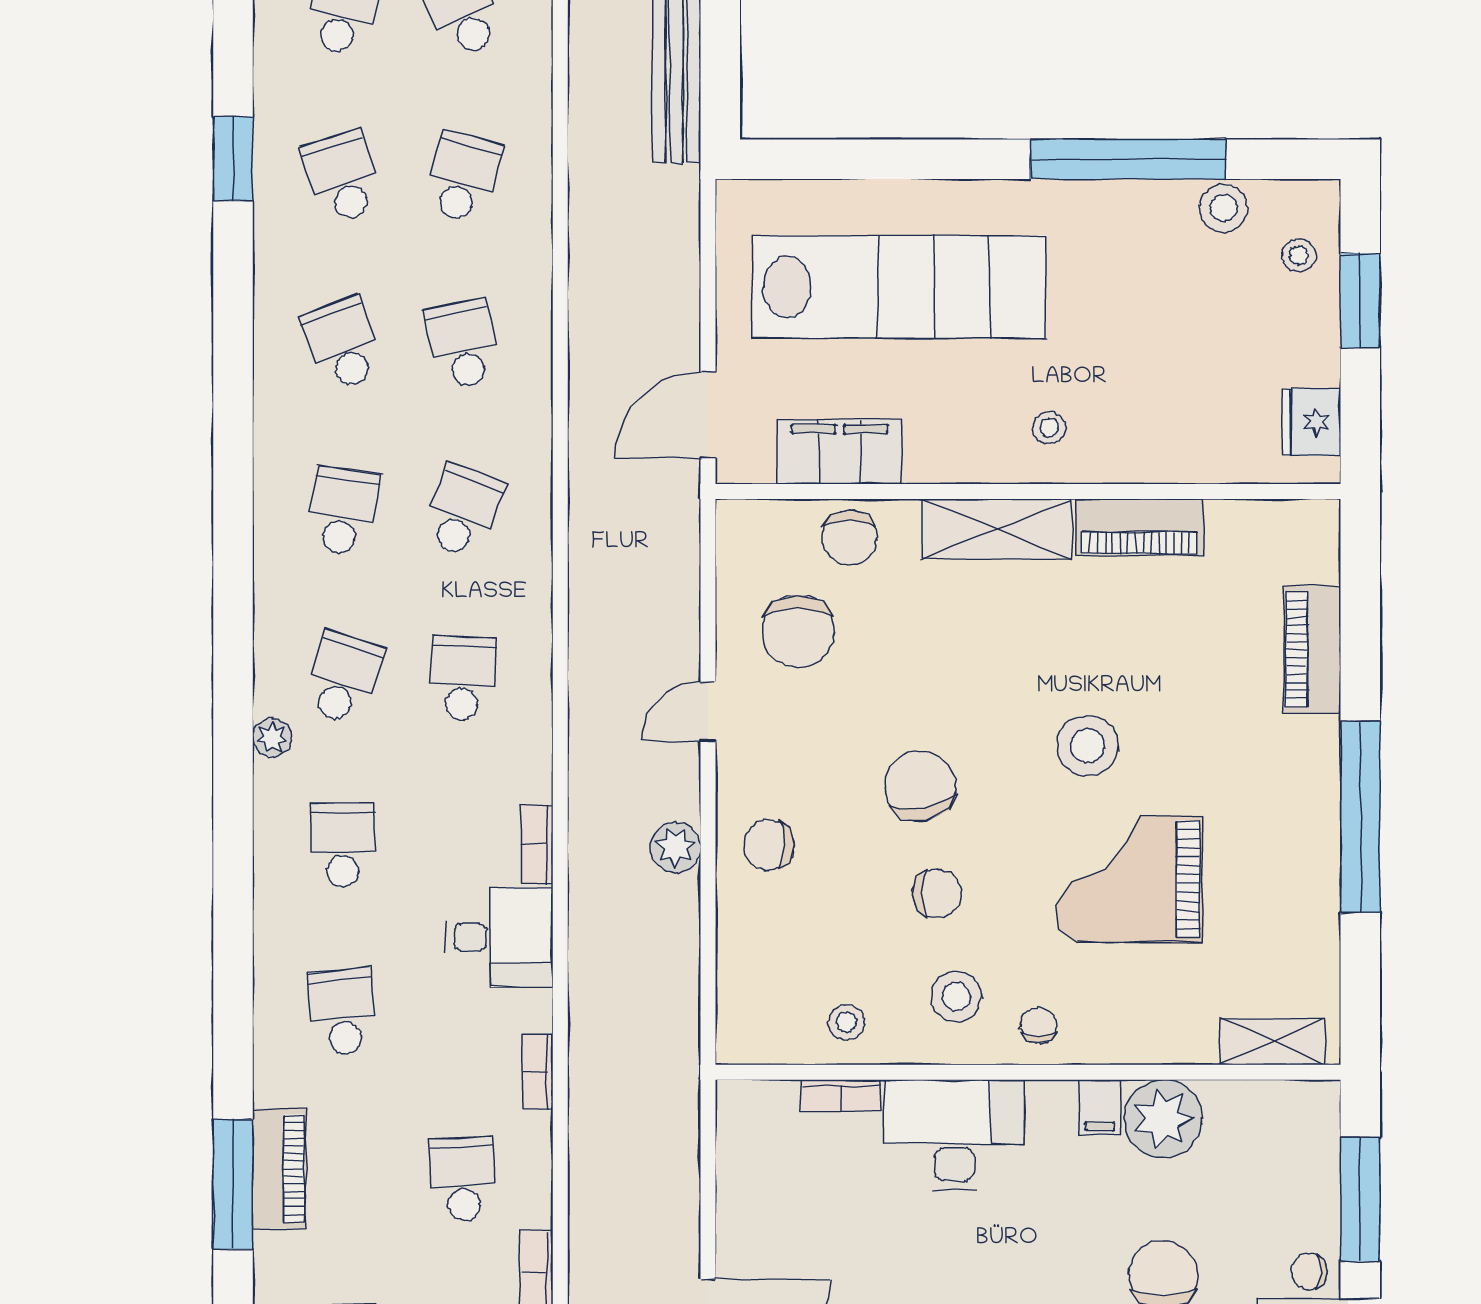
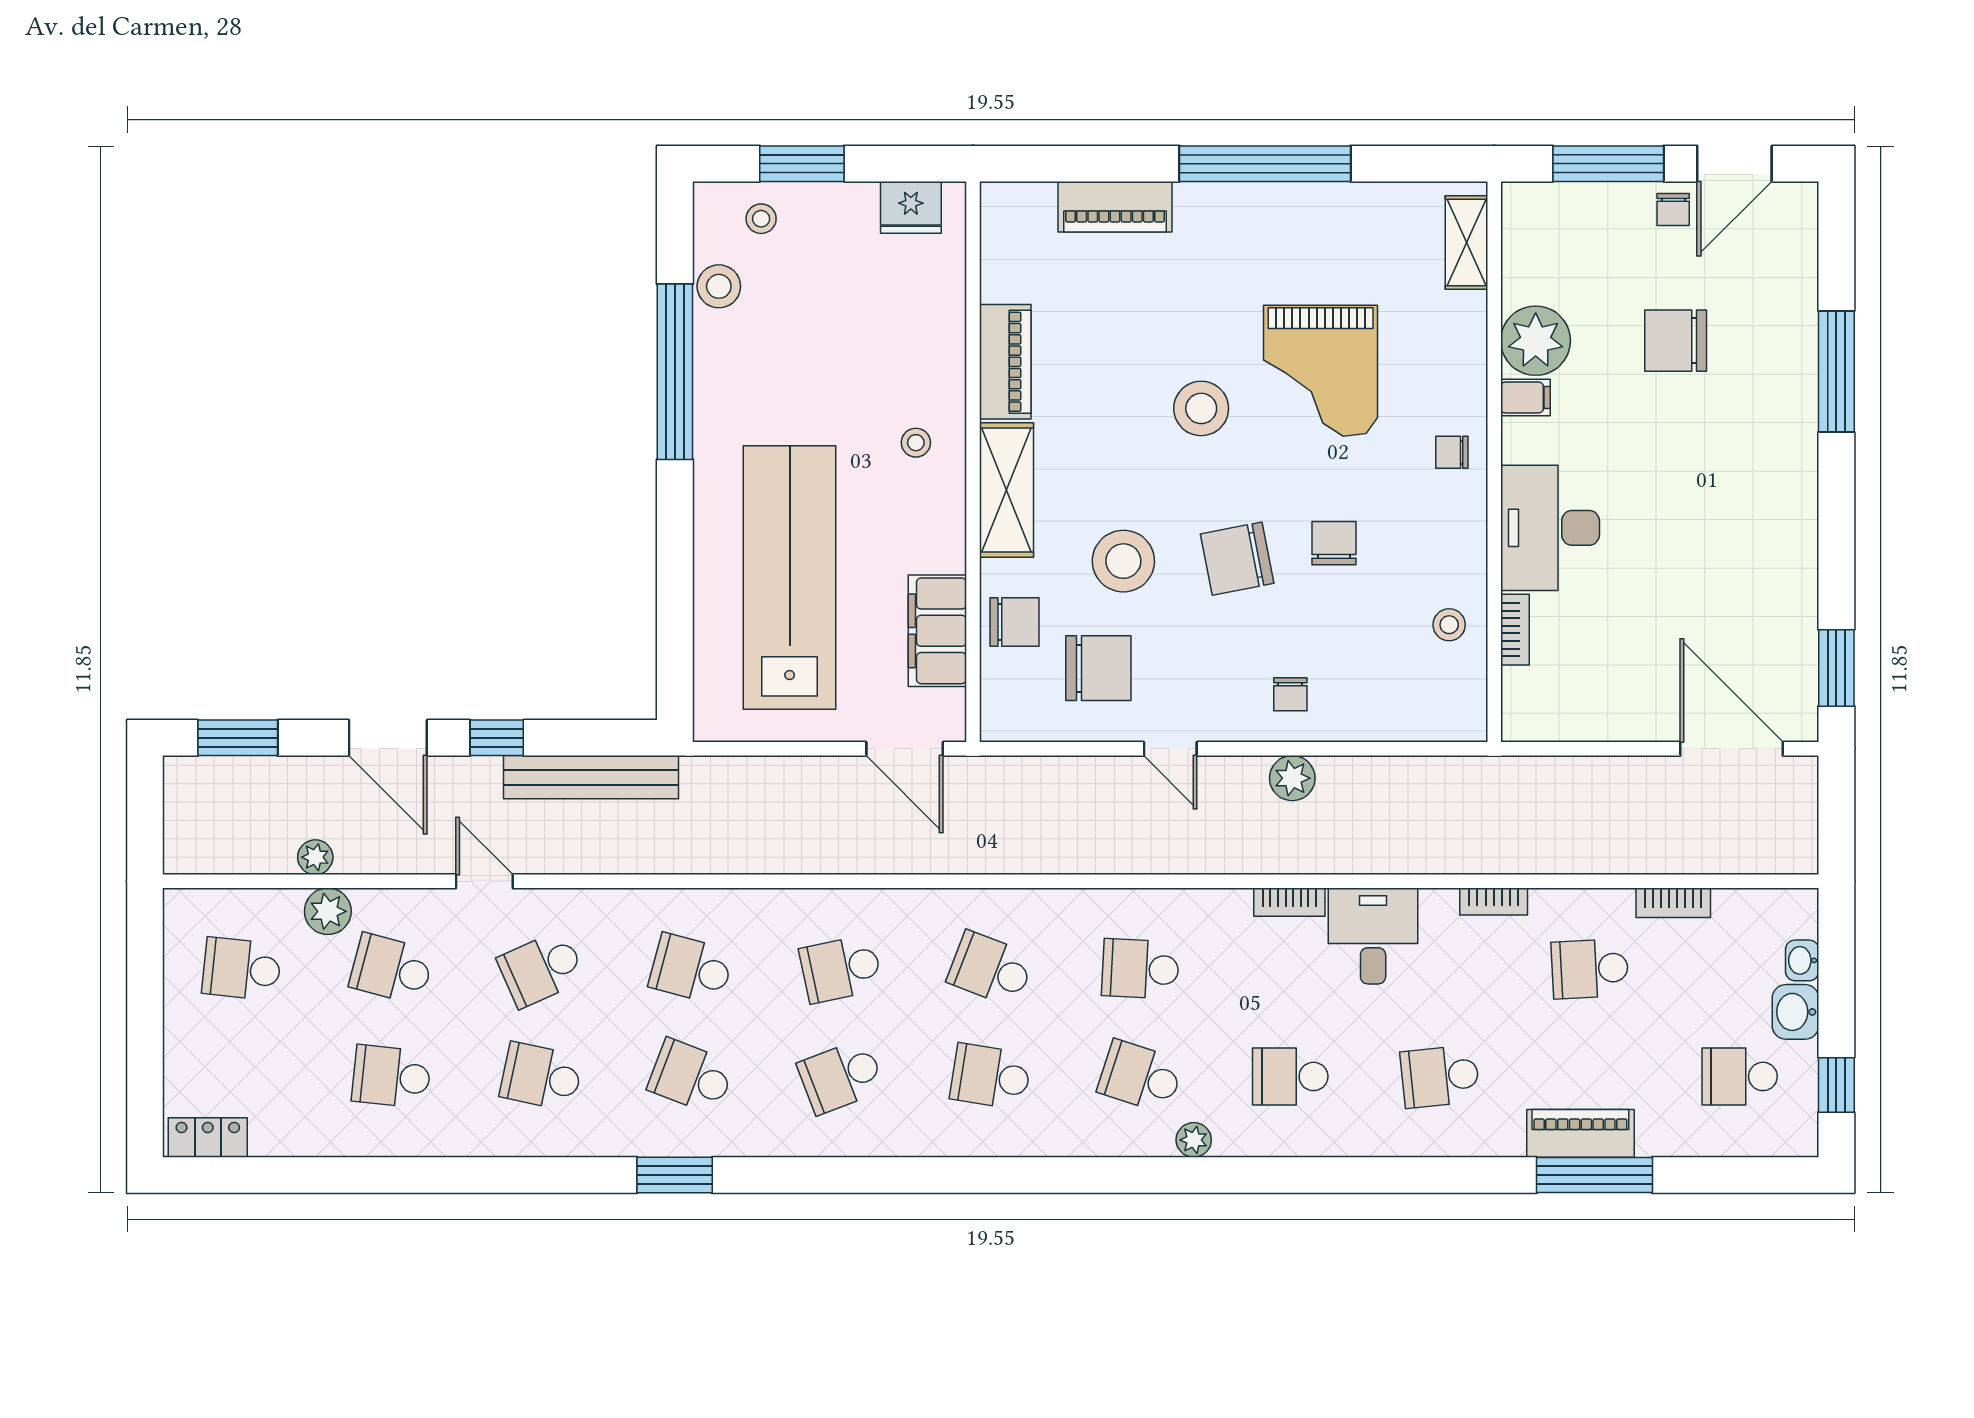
school desk: (343, 177) -> (691, 1076), turned 39
chair: (769, 845) -> (1290, 694), width x0.73, depth x0.73
stool: (956, 997) -> (1123, 561), moved, width x1.38, depth x1.38

